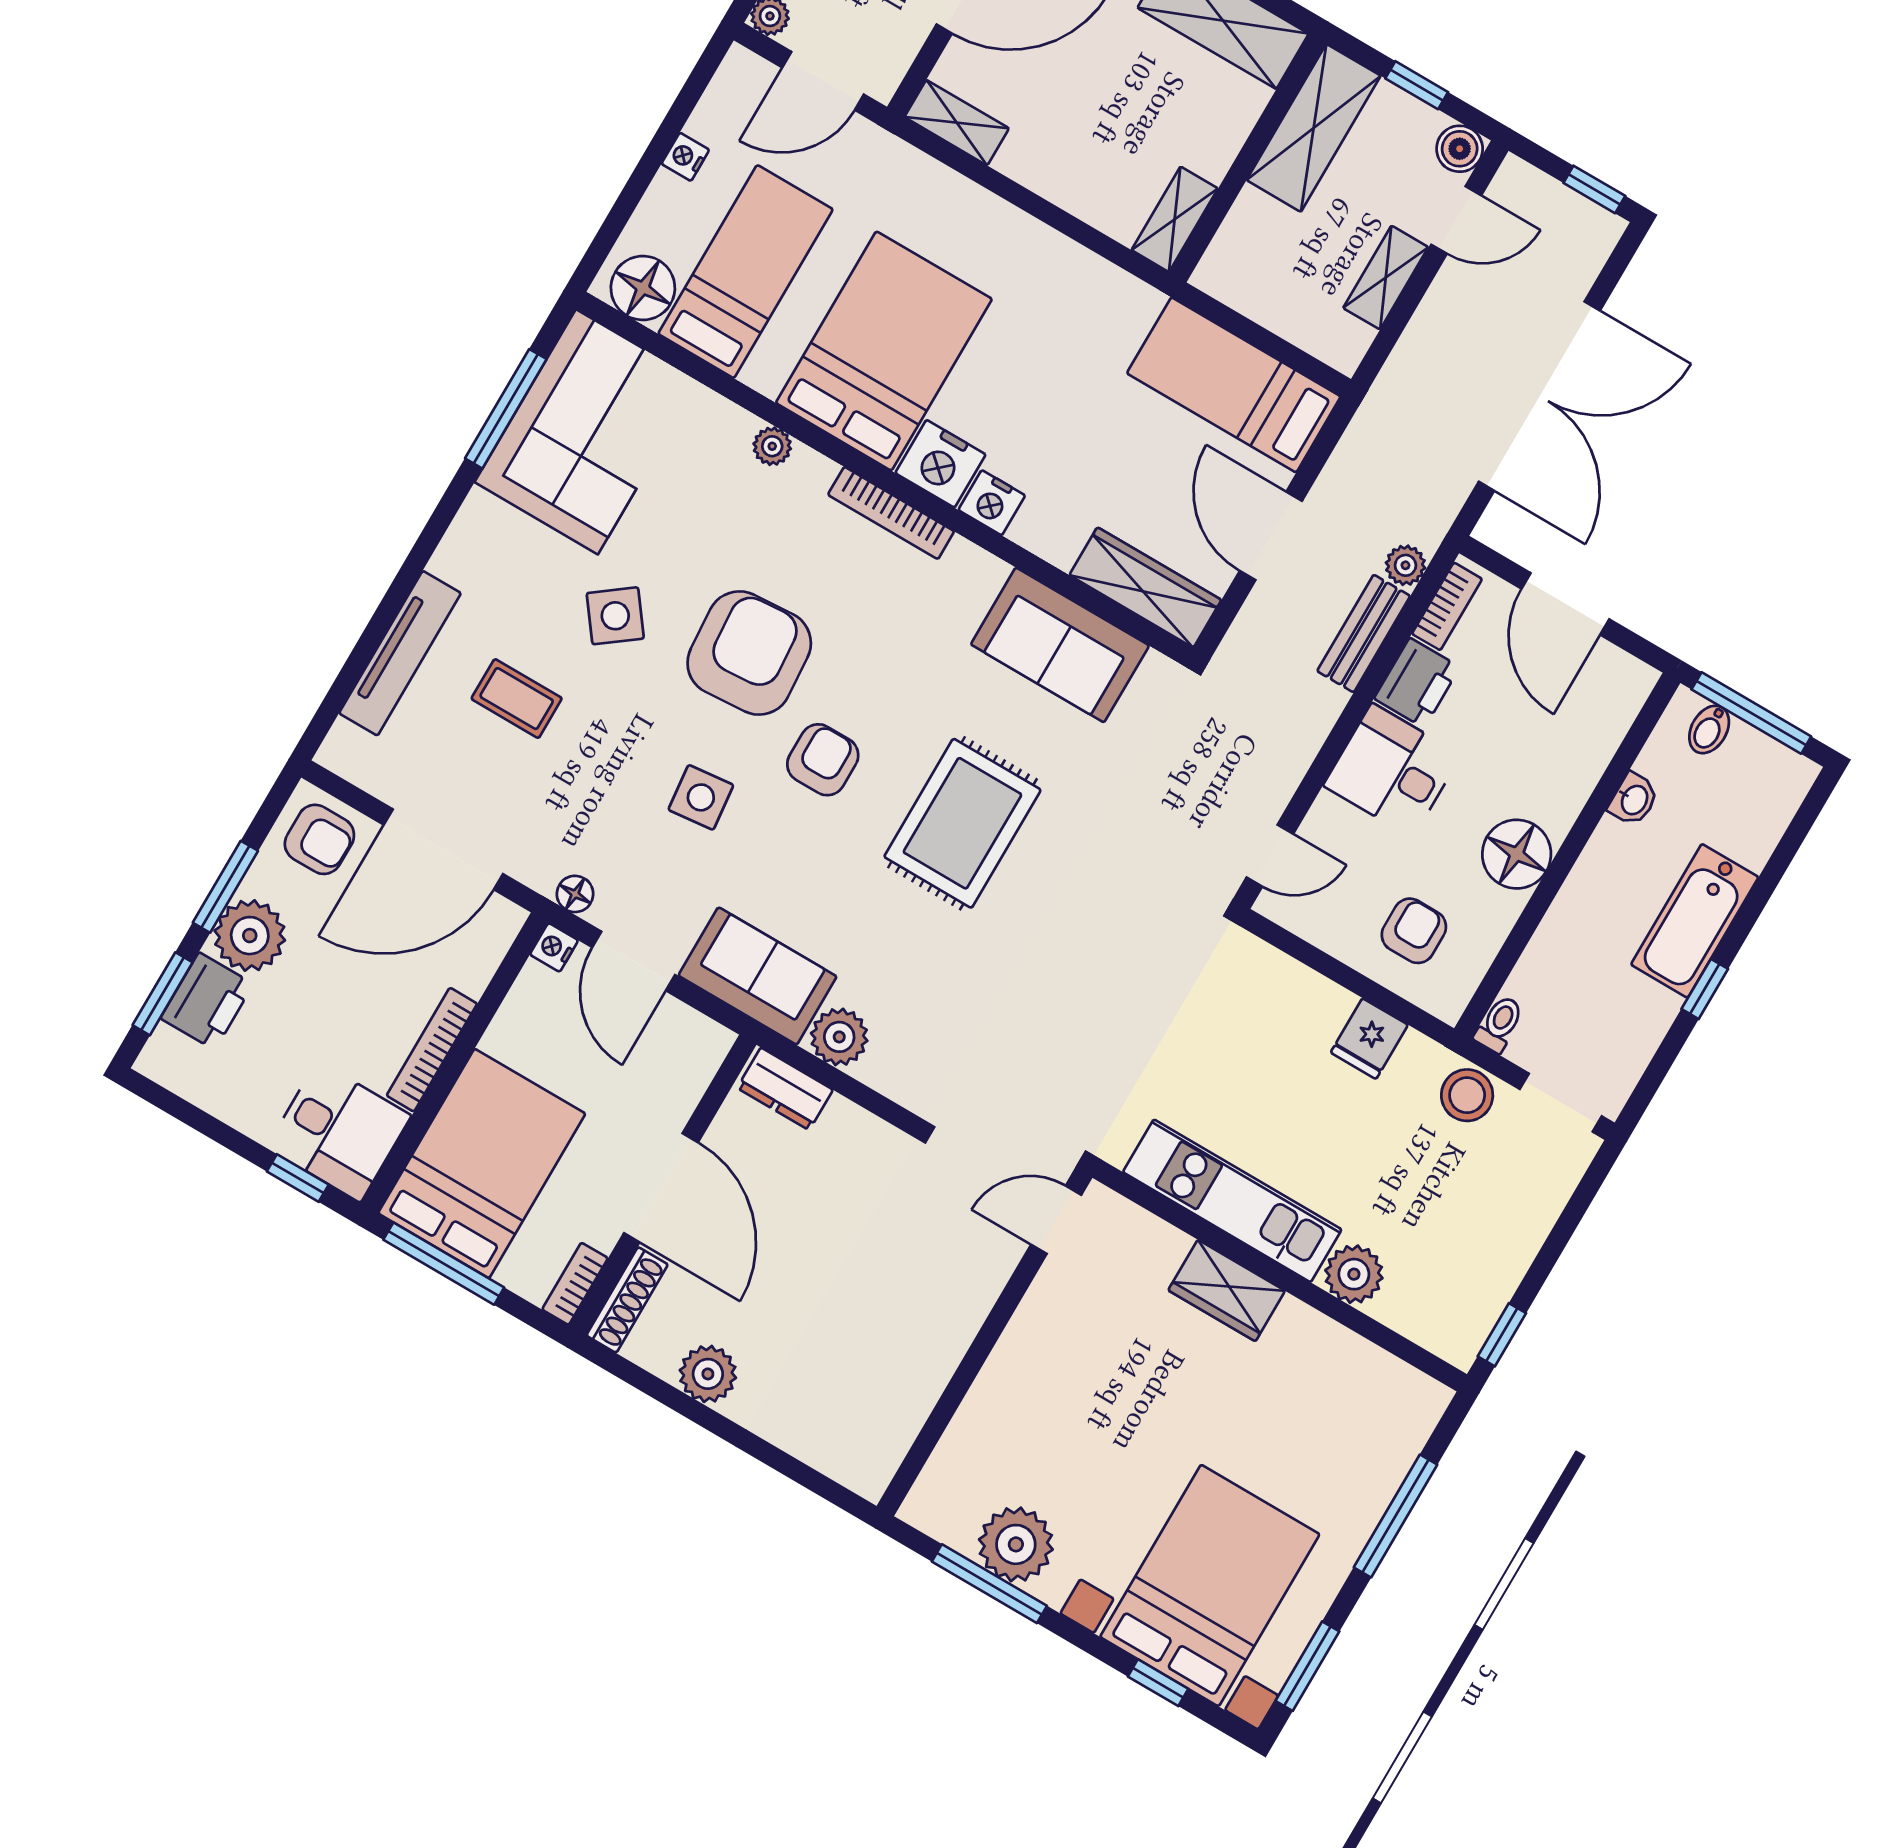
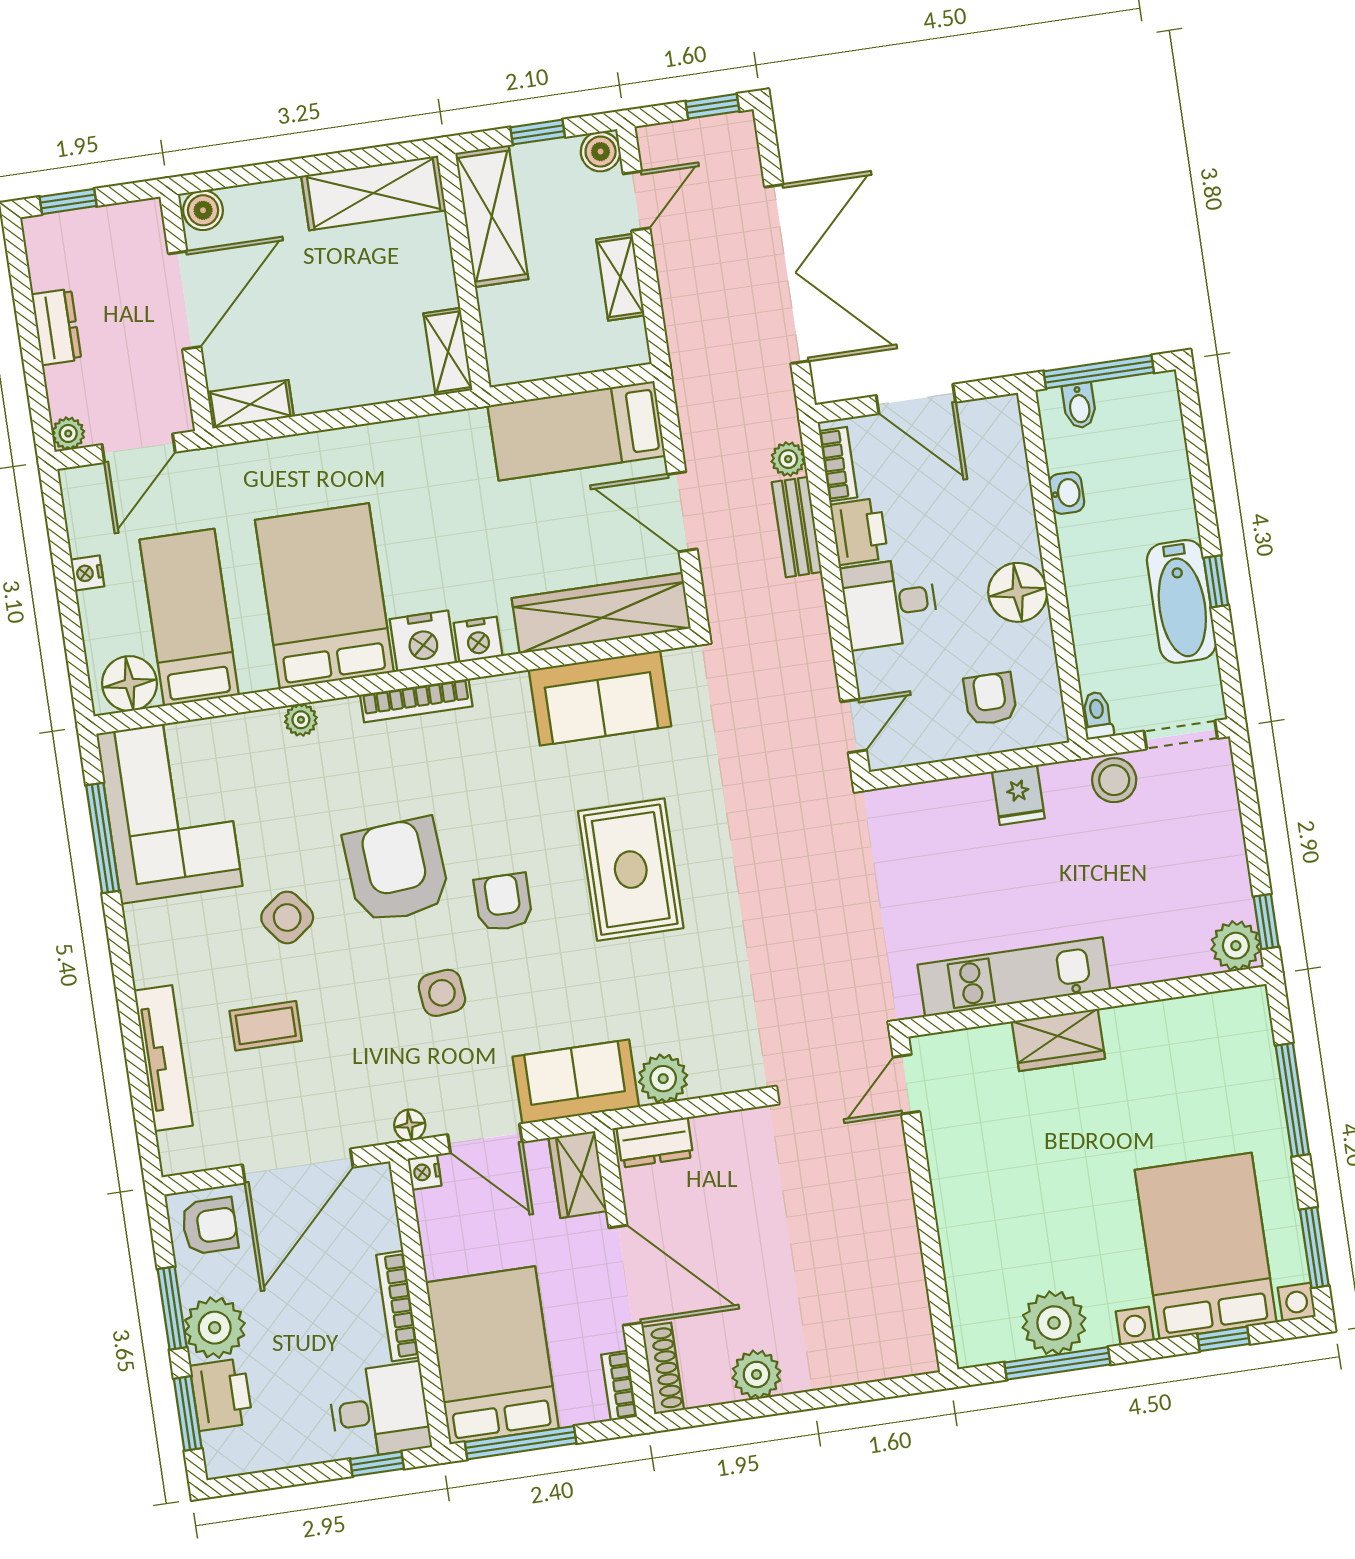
wardrobe: (1145, 588) -> (601, 613), width x1.40, depth x1.17
bathtub: (1695, 921) -> (1181, 601), moved
wardrobe: (692, 1062) -> (578, 1174), added
plant: (1354, 1274) -> (1236, 946), moved

